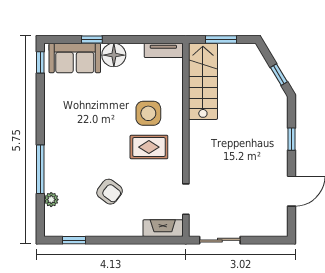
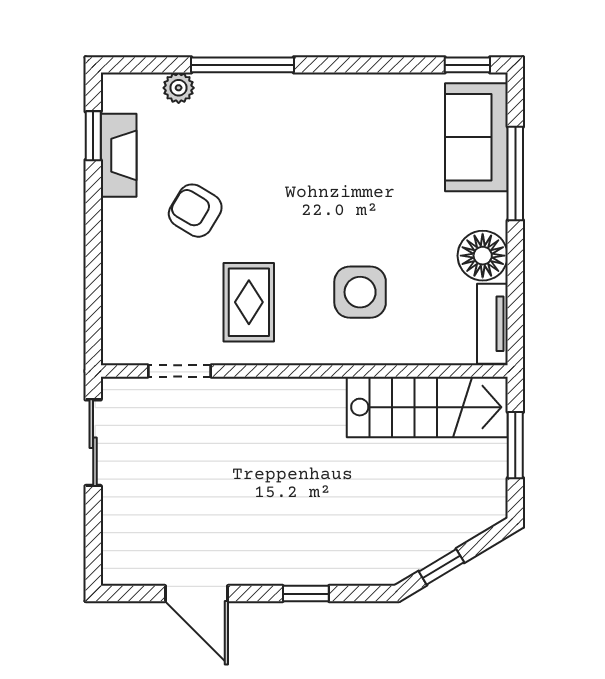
window: (92, 40) -> (515, 173), width x2.17
floor lamp: (114, 55) -> (483, 256), moved
rug: (149, 147) -> (249, 302), moved
armchair: (110, 192) -> (195, 211), turned 84
fireplace: (163, 228) -> (119, 155), moved

